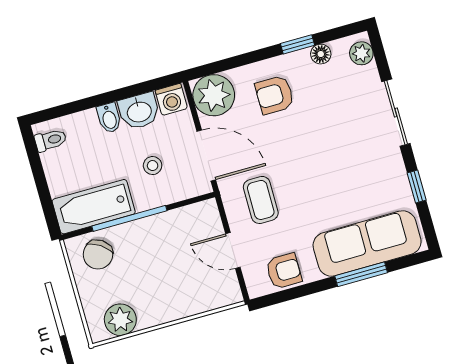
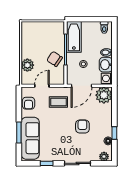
armchair: (275, 95) -> (82, 127), moved
chair: (98, 255) -> (55, 59), moved
plant: (120, 320) -> (27, 65), moved

